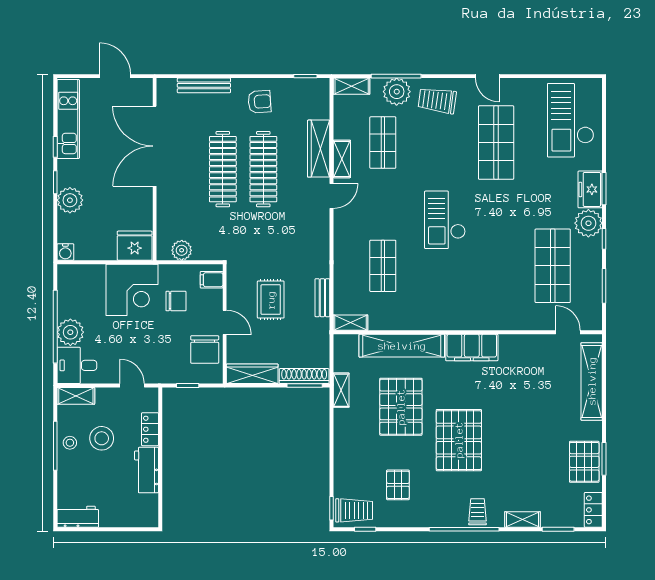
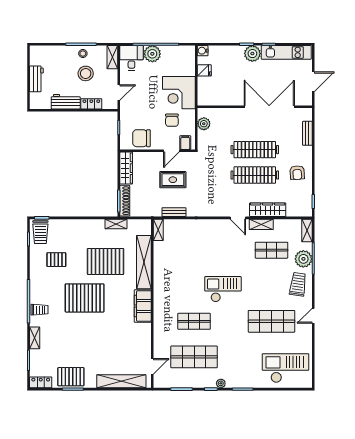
bench: (204, 85) -> (307, 133), width x0.73
freezer: (590, 189) -> (242, 380), removed
plant: (70, 200) -> (252, 54), moved
plant: (588, 223) -> (221, 383), width x0.53, depth x0.53
fridge: (135, 246) -> (204, 70), moved, width x0.53, depth x0.75
shop shelf: (383, 266) -> (194, 321), moved
door: (225, 322) -> (171, 151), moved
workbench: (78, 517) -> (36, 79), moved

